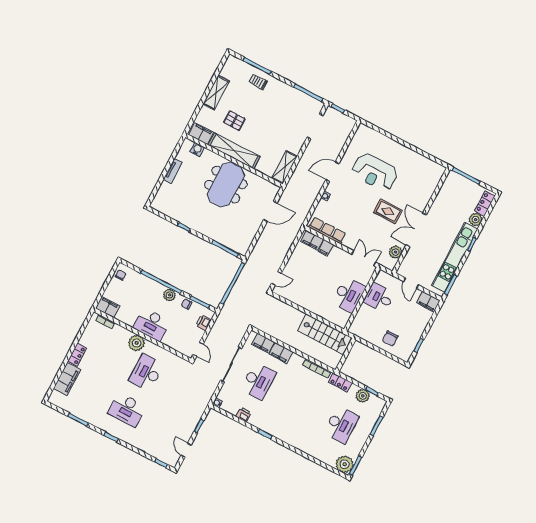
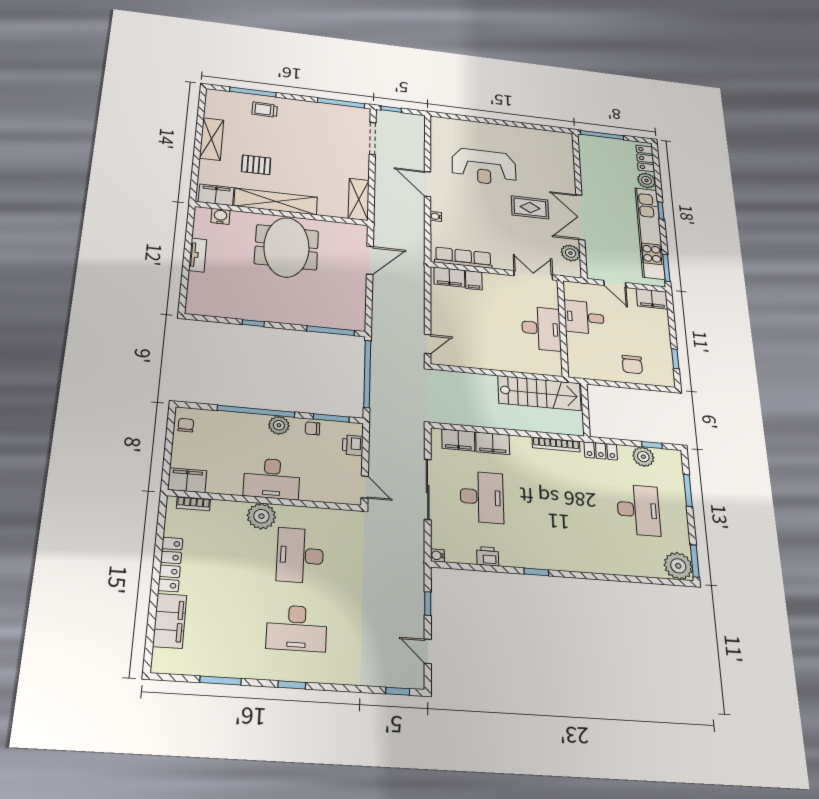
door: (332, 172) -> (428, 184), hinge flipped
locker: (77, 355) -> (170, 564), width x1.53

